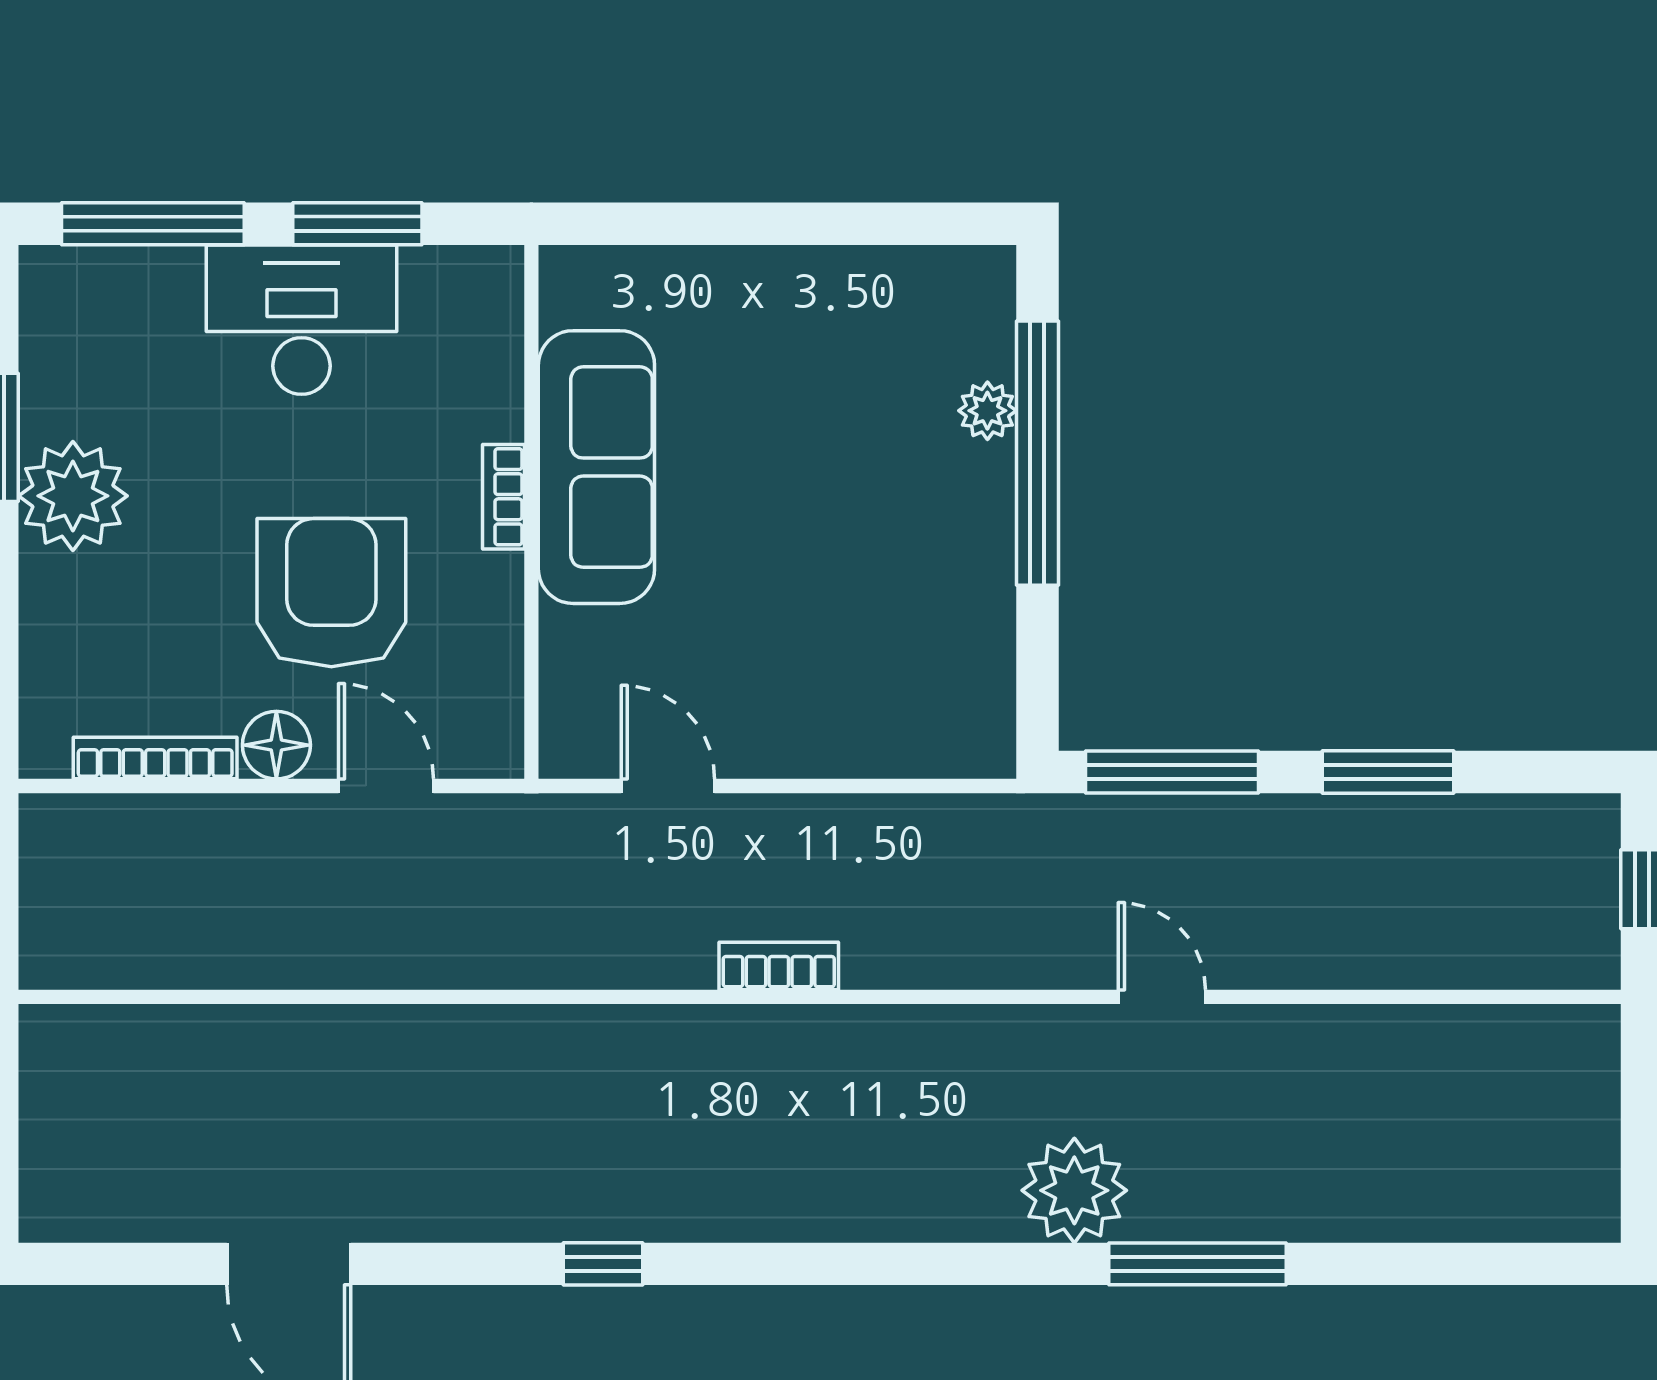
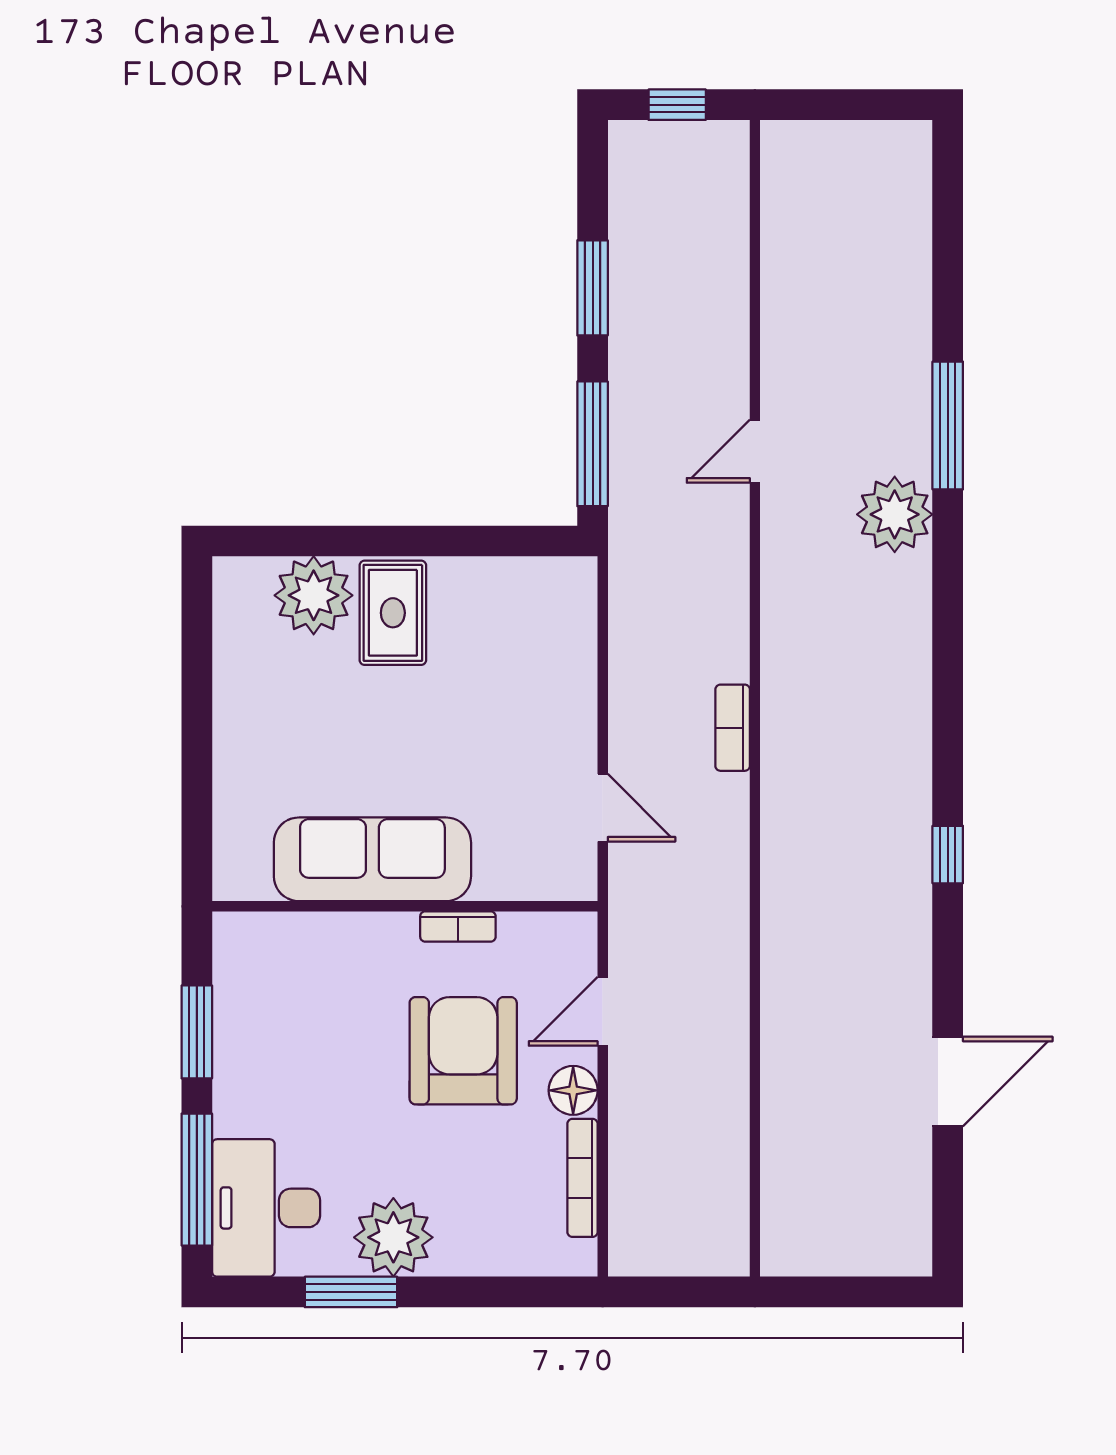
desk: (301, 320) -> (266, 1208), moved
plant: (987, 411) -> (314, 595), width x1.88, depth x1.88
window: (1037, 453) -> (362, 541), removed
rug: (938, 495) -> (393, 613), added
bookcase: (503, 497) -> (458, 926), moved
armchair: (331, 593) -> (463, 1051), turned 90
door: (668, 786) -> (603, 808), swing flipped

